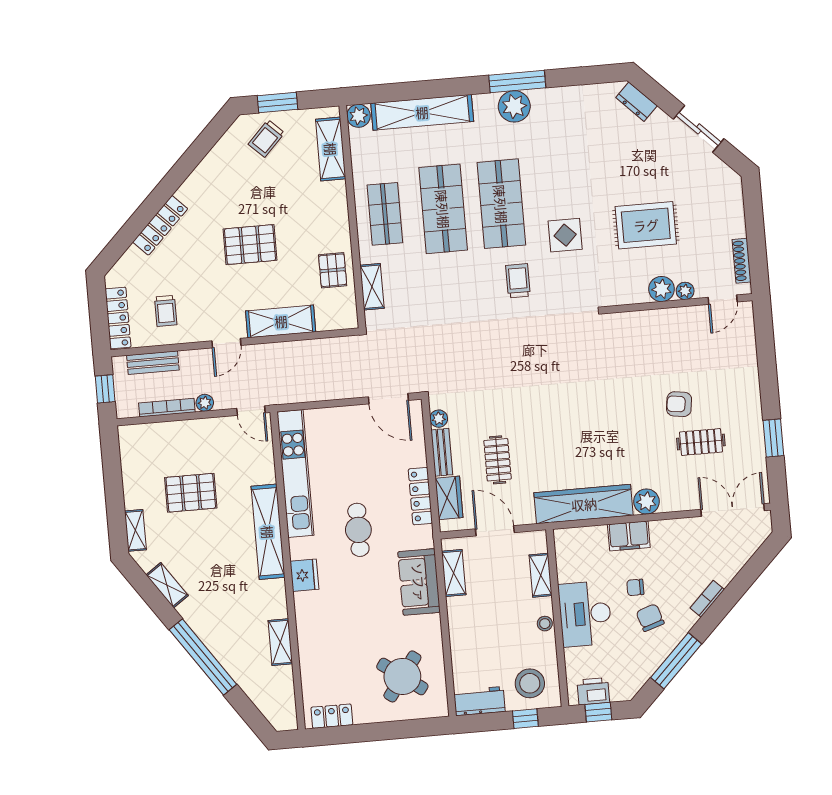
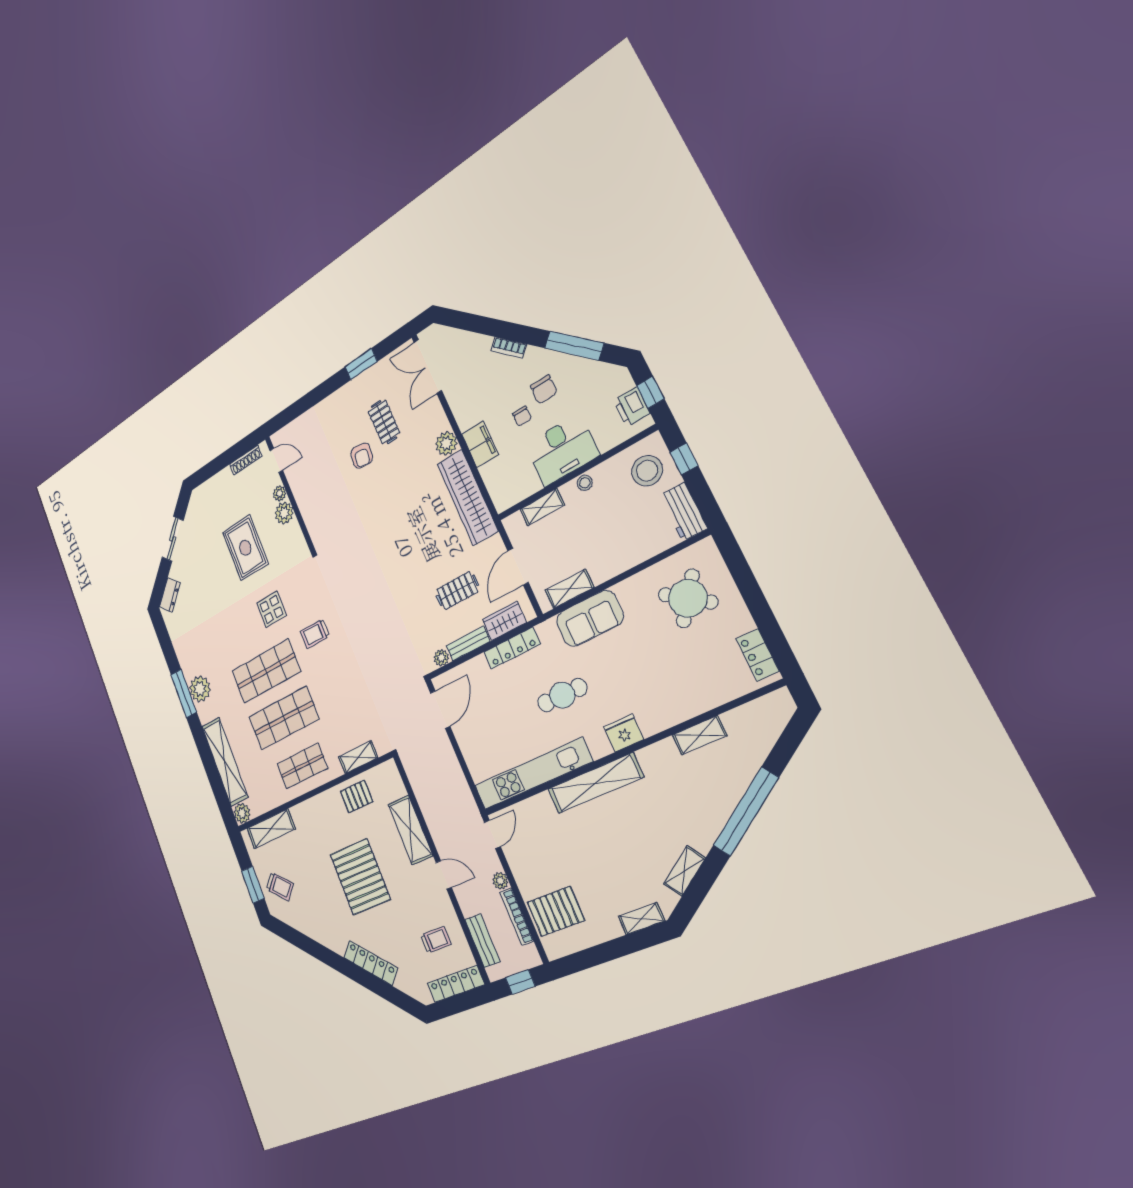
pallet: (250, 245) -> (360, 877), width x1.37, depth x1.41
pallet: (191, 493) -> (556, 911), moved, turned 90
chair: (650, 618) -> (544, 389), turned -72

